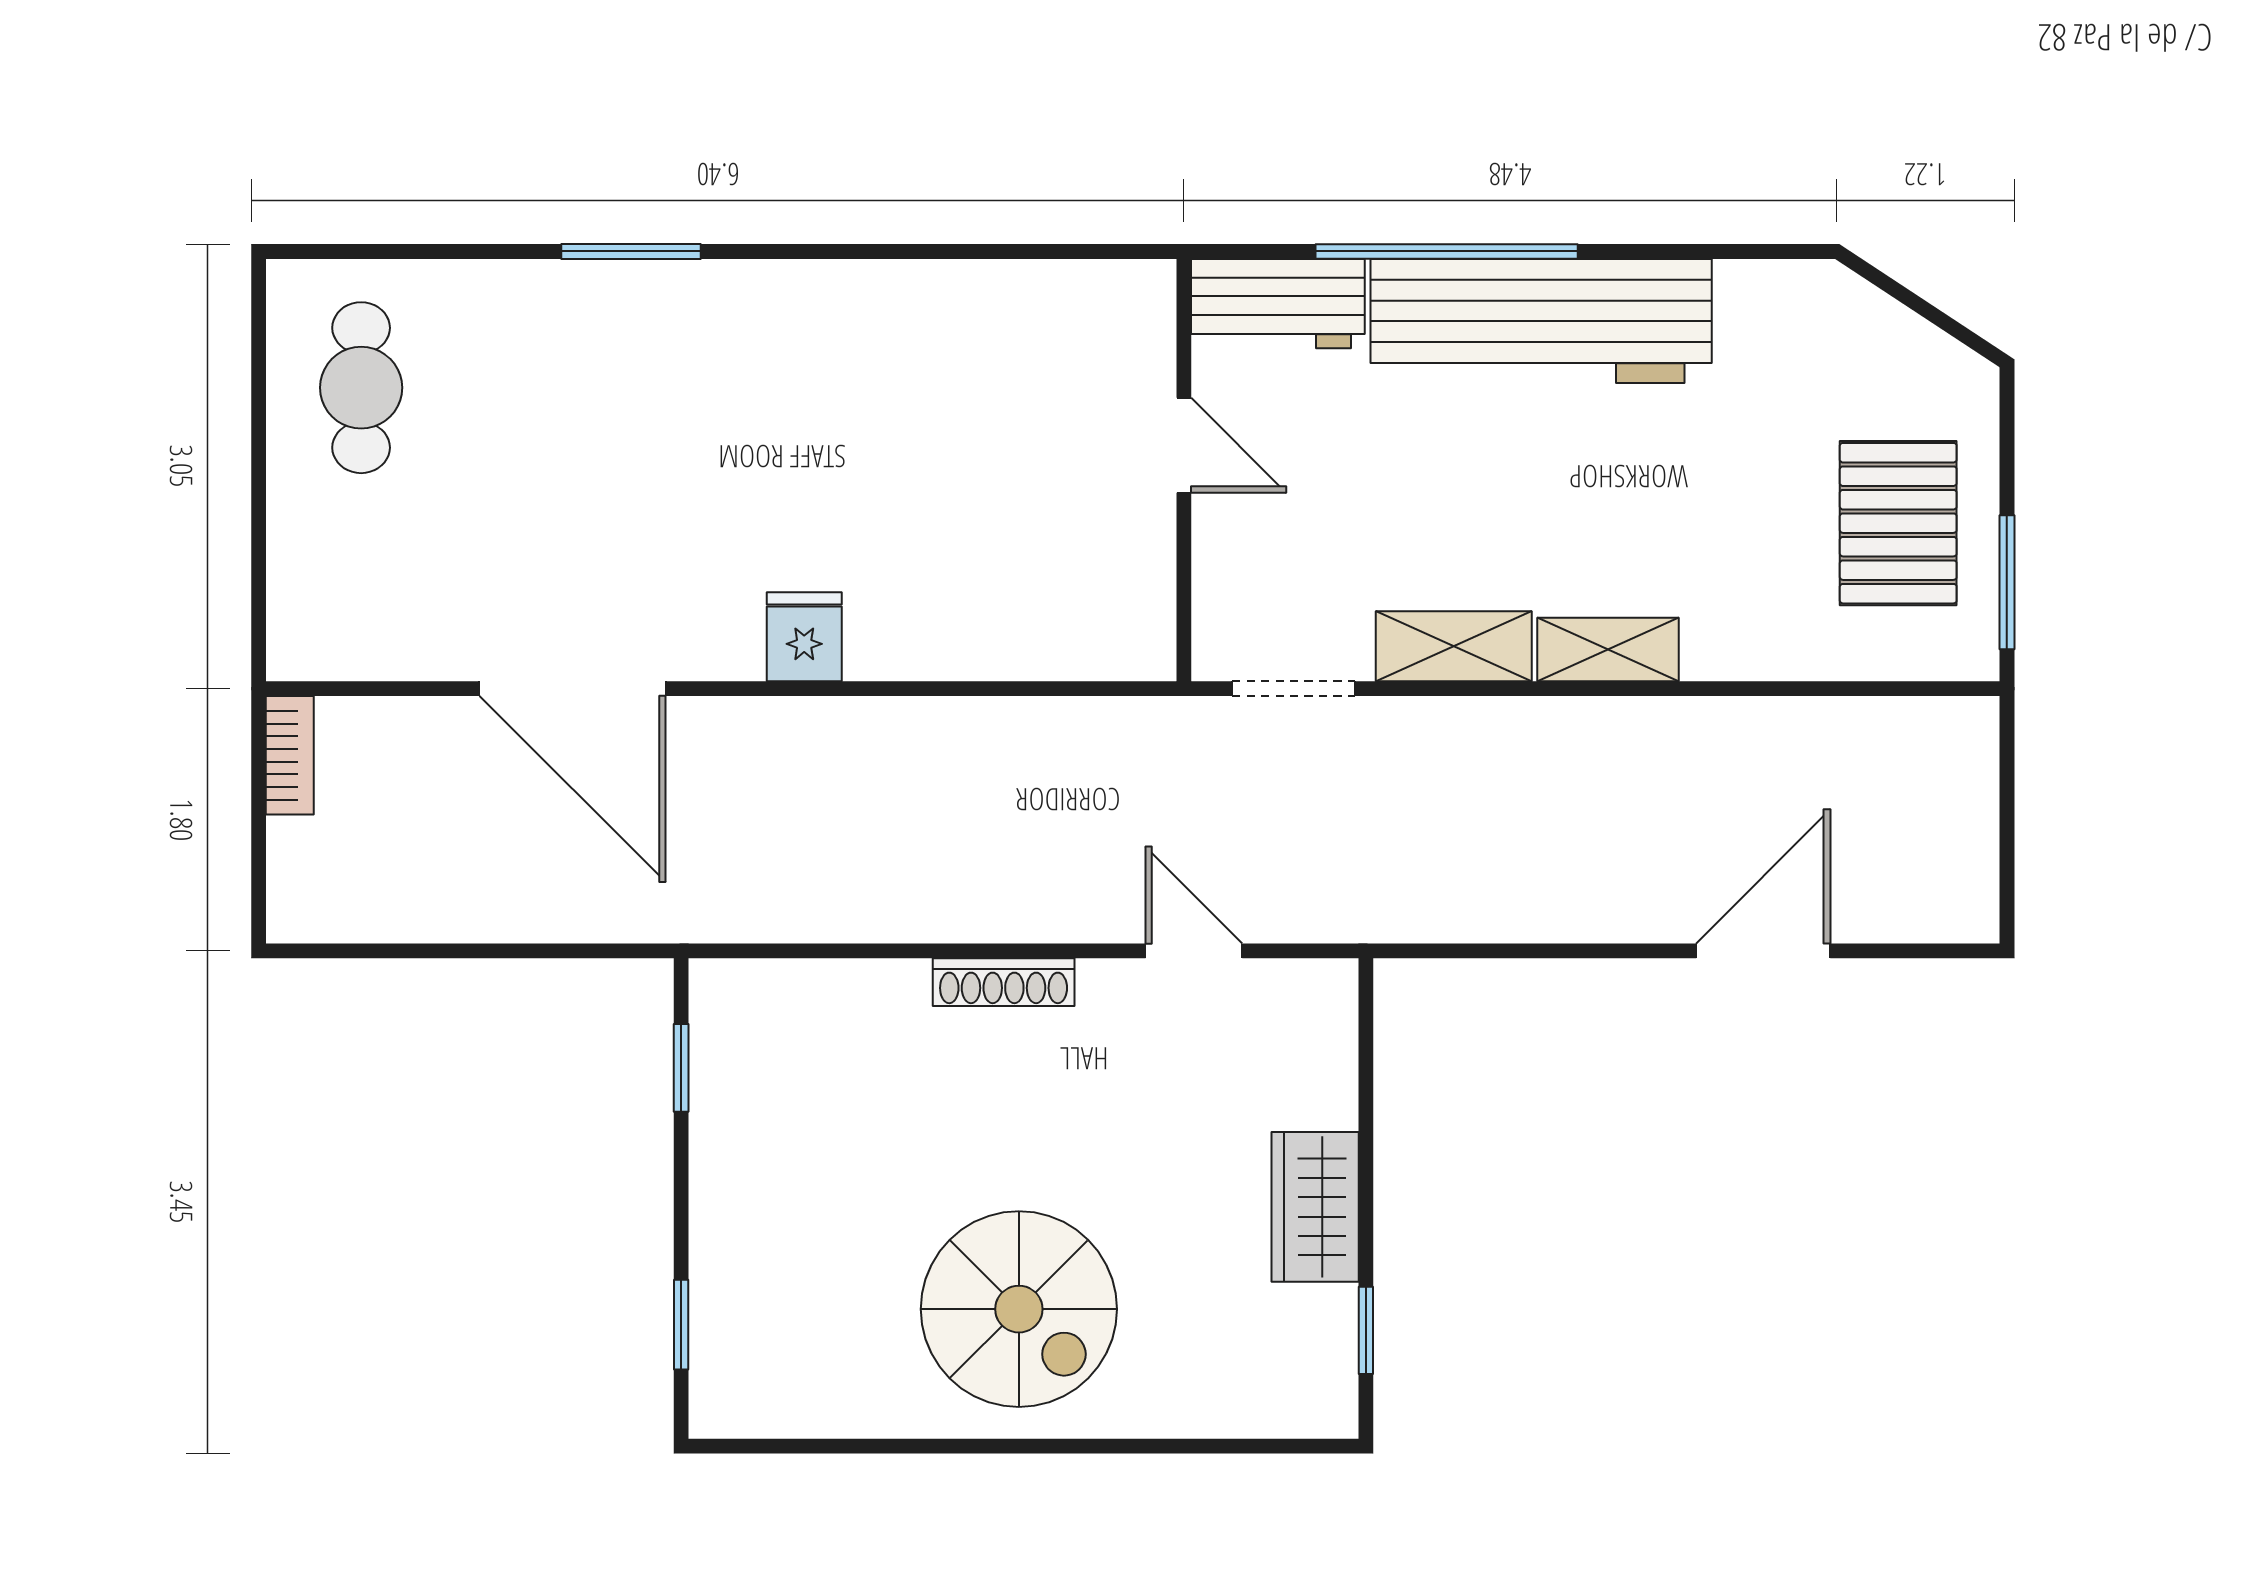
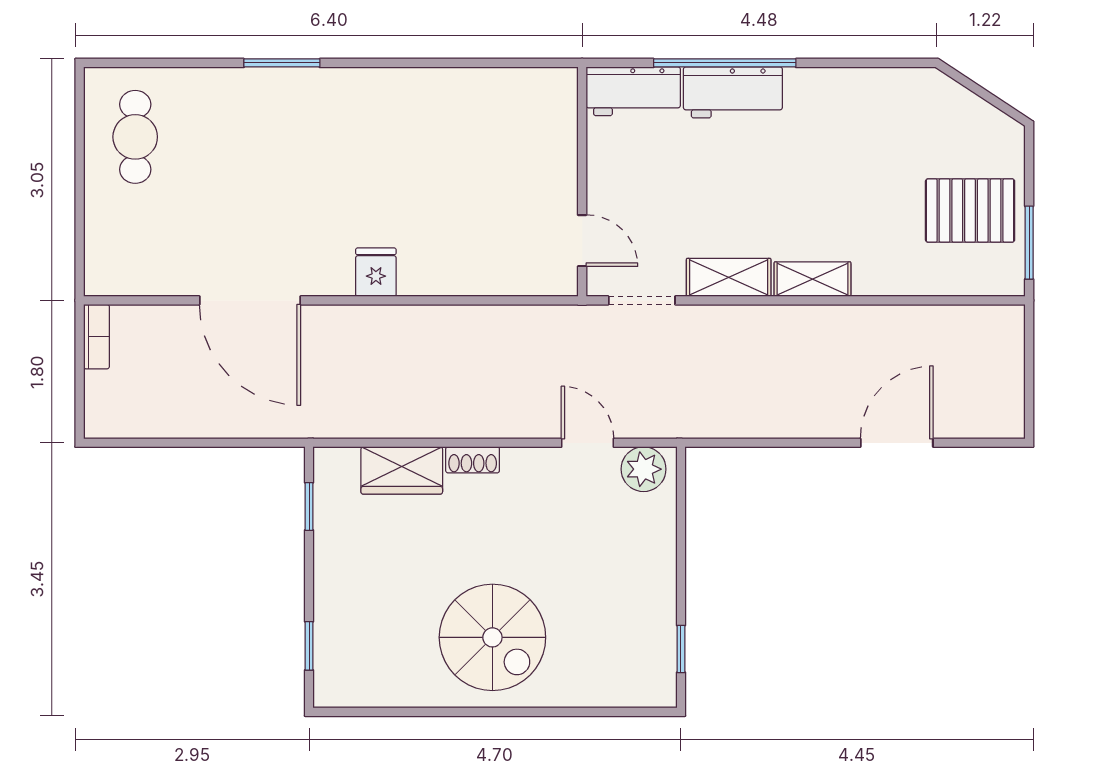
workbench: (1541, 321) -> (733, 92), width x0.53, depth x0.76
door: (1184, 445) -> (582, 241), moved
pallet: (1898, 523) -> (970, 211), turned 90
shoe rack: (1004, 982) -> (473, 460), width x0.70
plant: (1297, 999) -> (644, 469), added
wardrobe: (1315, 1207) -> (402, 470), moved, turned -90

